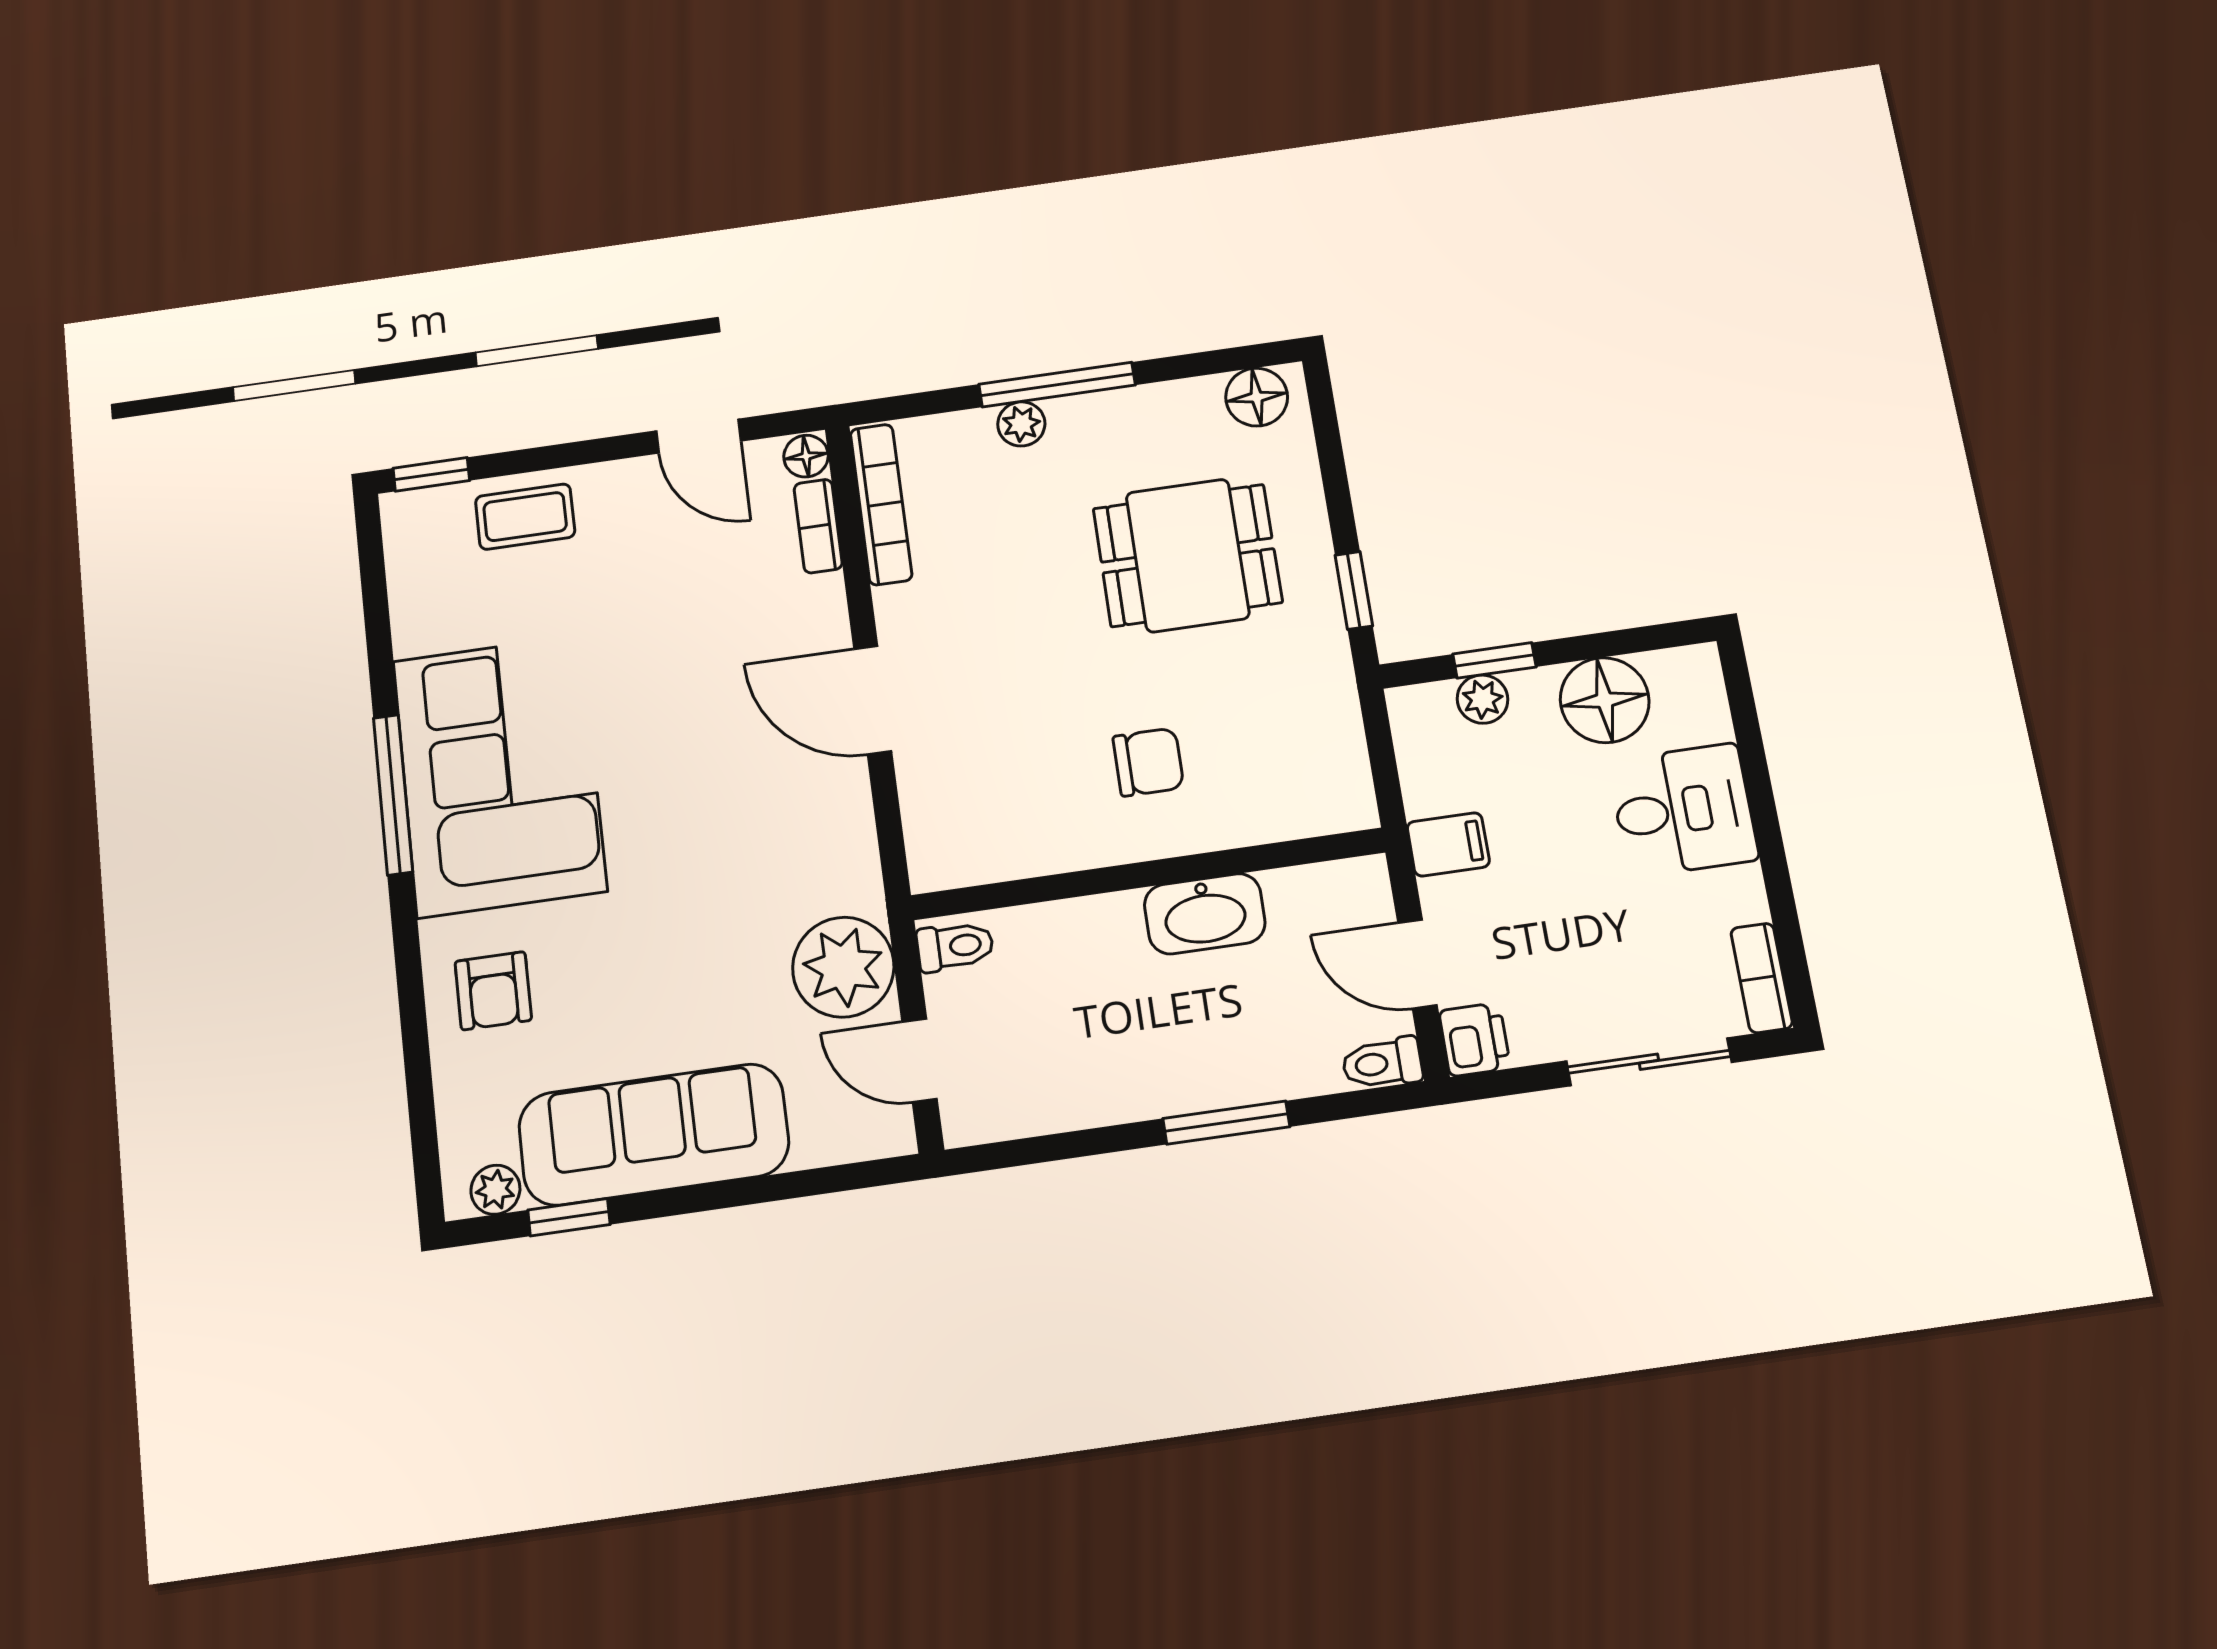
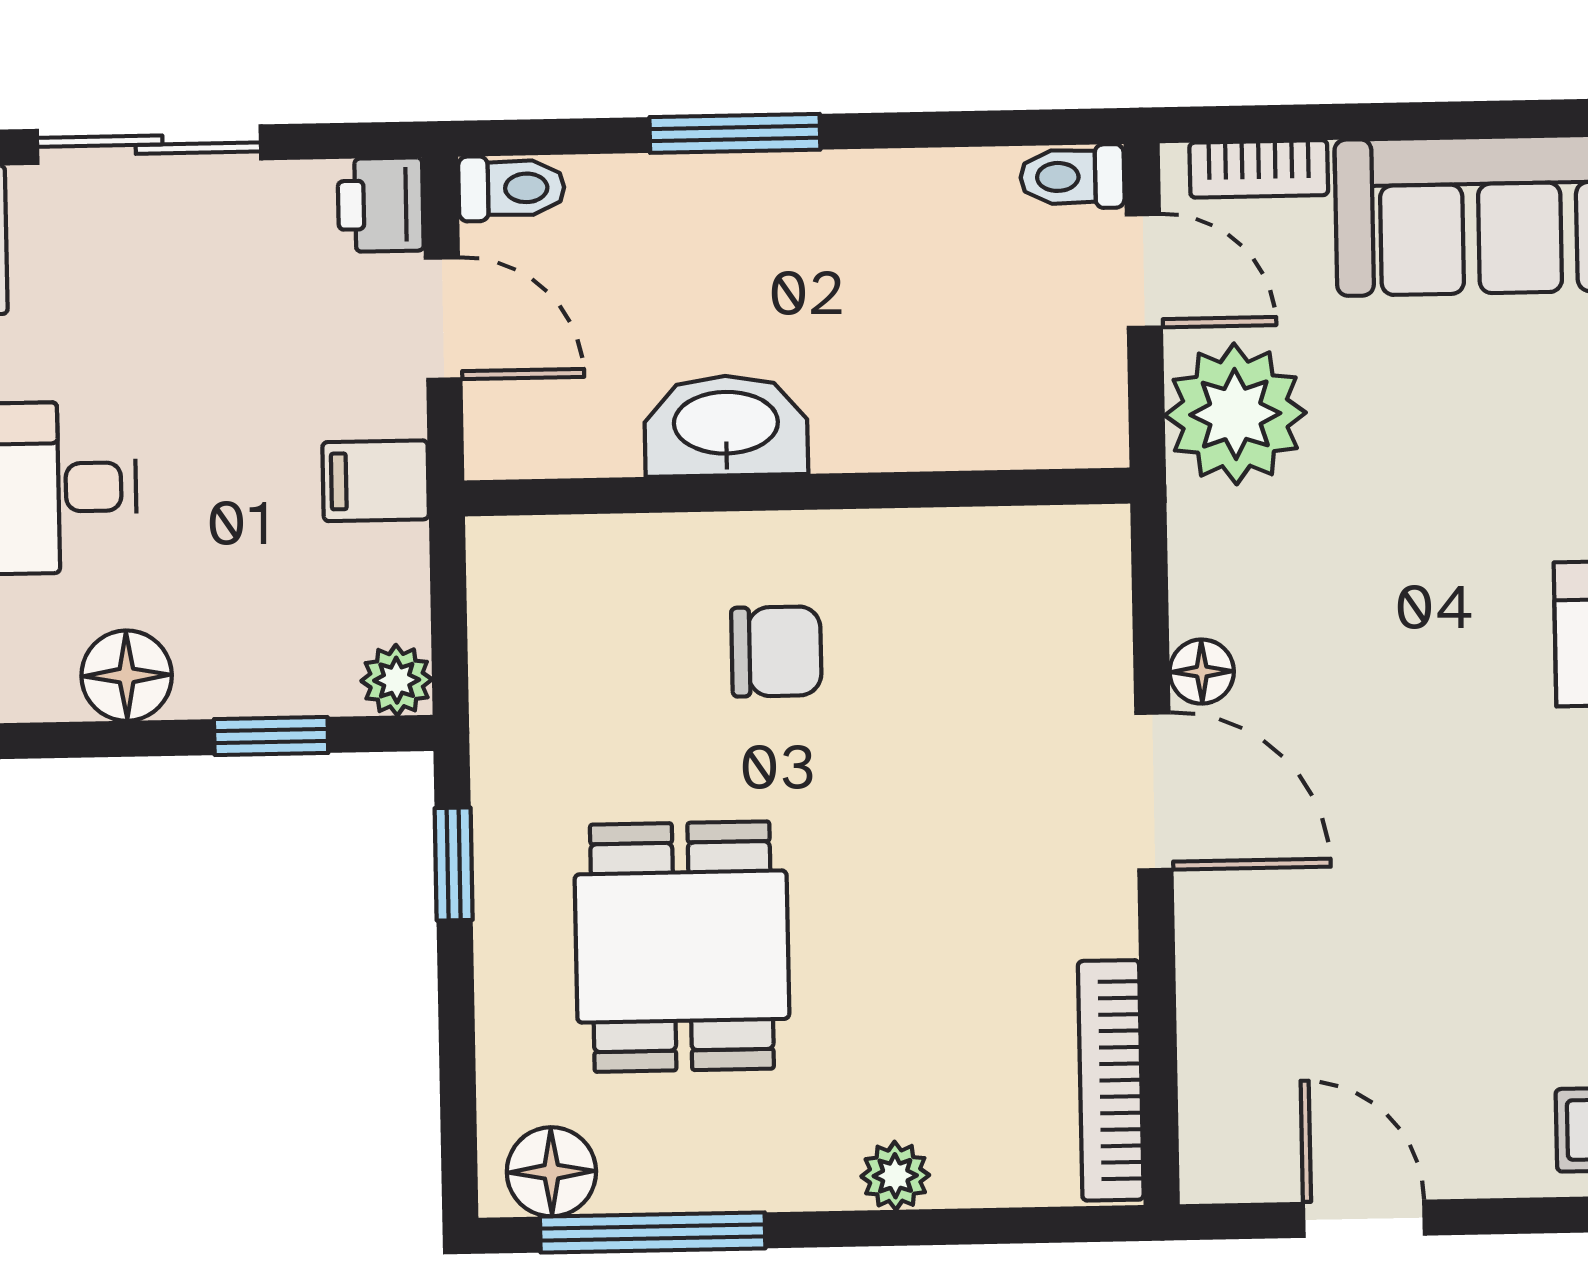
window: (1057, 385) -> (653, 1232), moved
floor lamp: (806, 456) -> (1202, 672), moved
bookcase: (818, 526) -> (1259, 169), moved, turned 90
dining table: (1188, 555) -> (682, 947), turned 90
plant: (1483, 699) -> (397, 680), moved
floor lamp: (1605, 700) -> (127, 676), width x0.73, depth x0.73
chair: (1148, 762) -> (776, 651), turned 180
toilet: (955, 946) -> (1072, 177), moved

